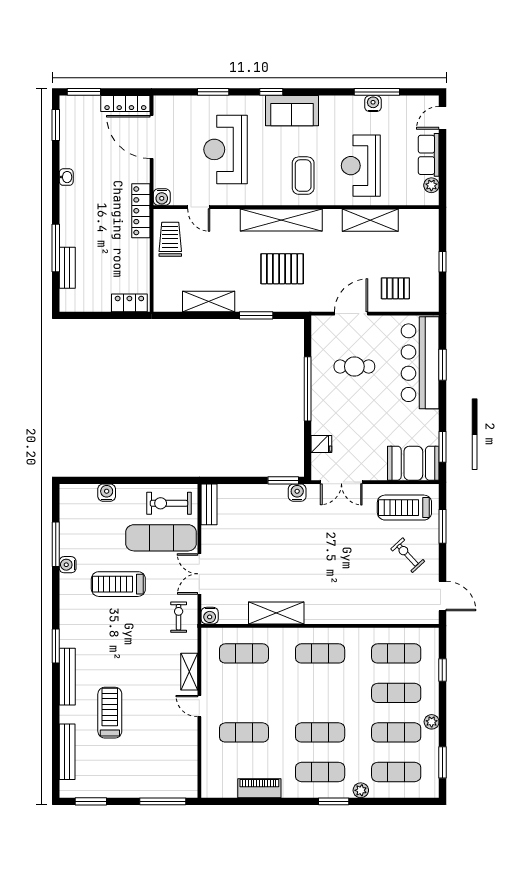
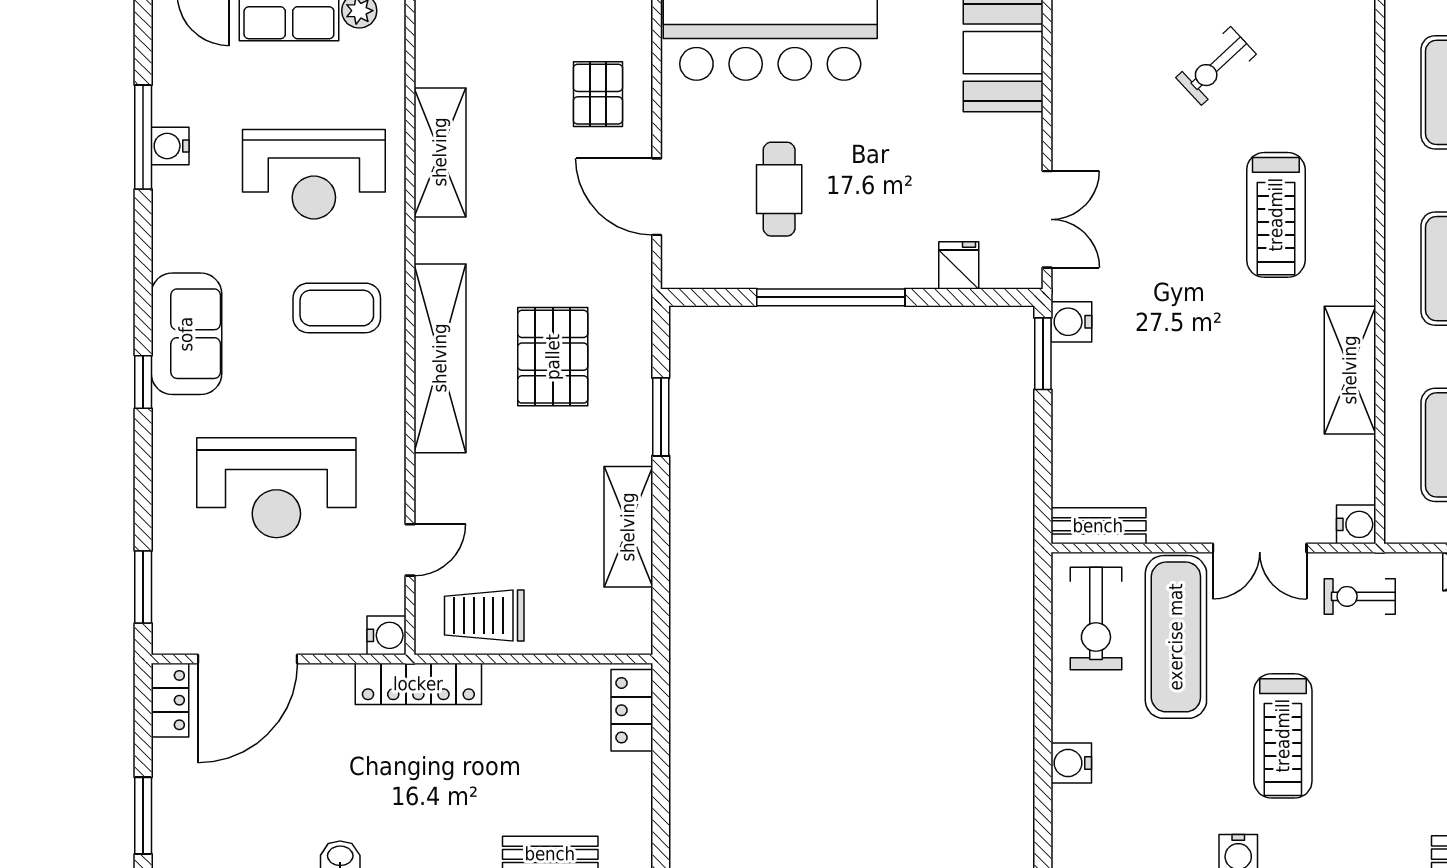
window: (213, 92) -> (143, 587), moved
locker: (125, 104) -> (170, 700), width x0.66
treadmill: (404, 508) -> (1276, 215), moved

